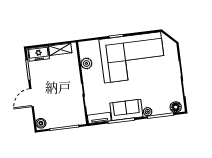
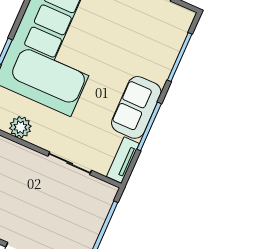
floor lamp: (176, 107) -> (181, 23), removed
plant: (148, 112) -> (160, 74), removed

